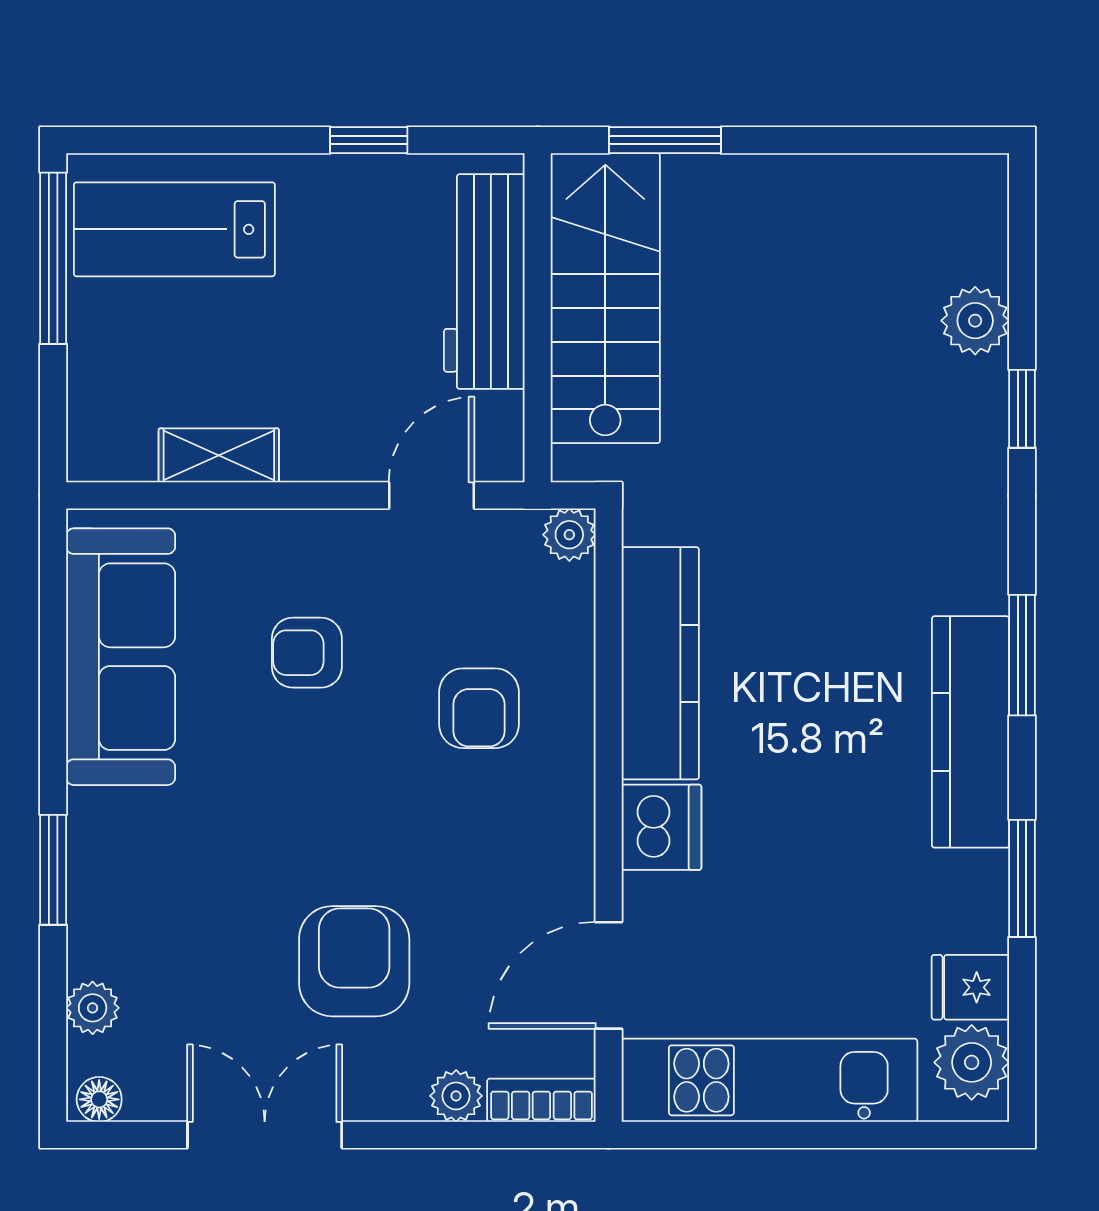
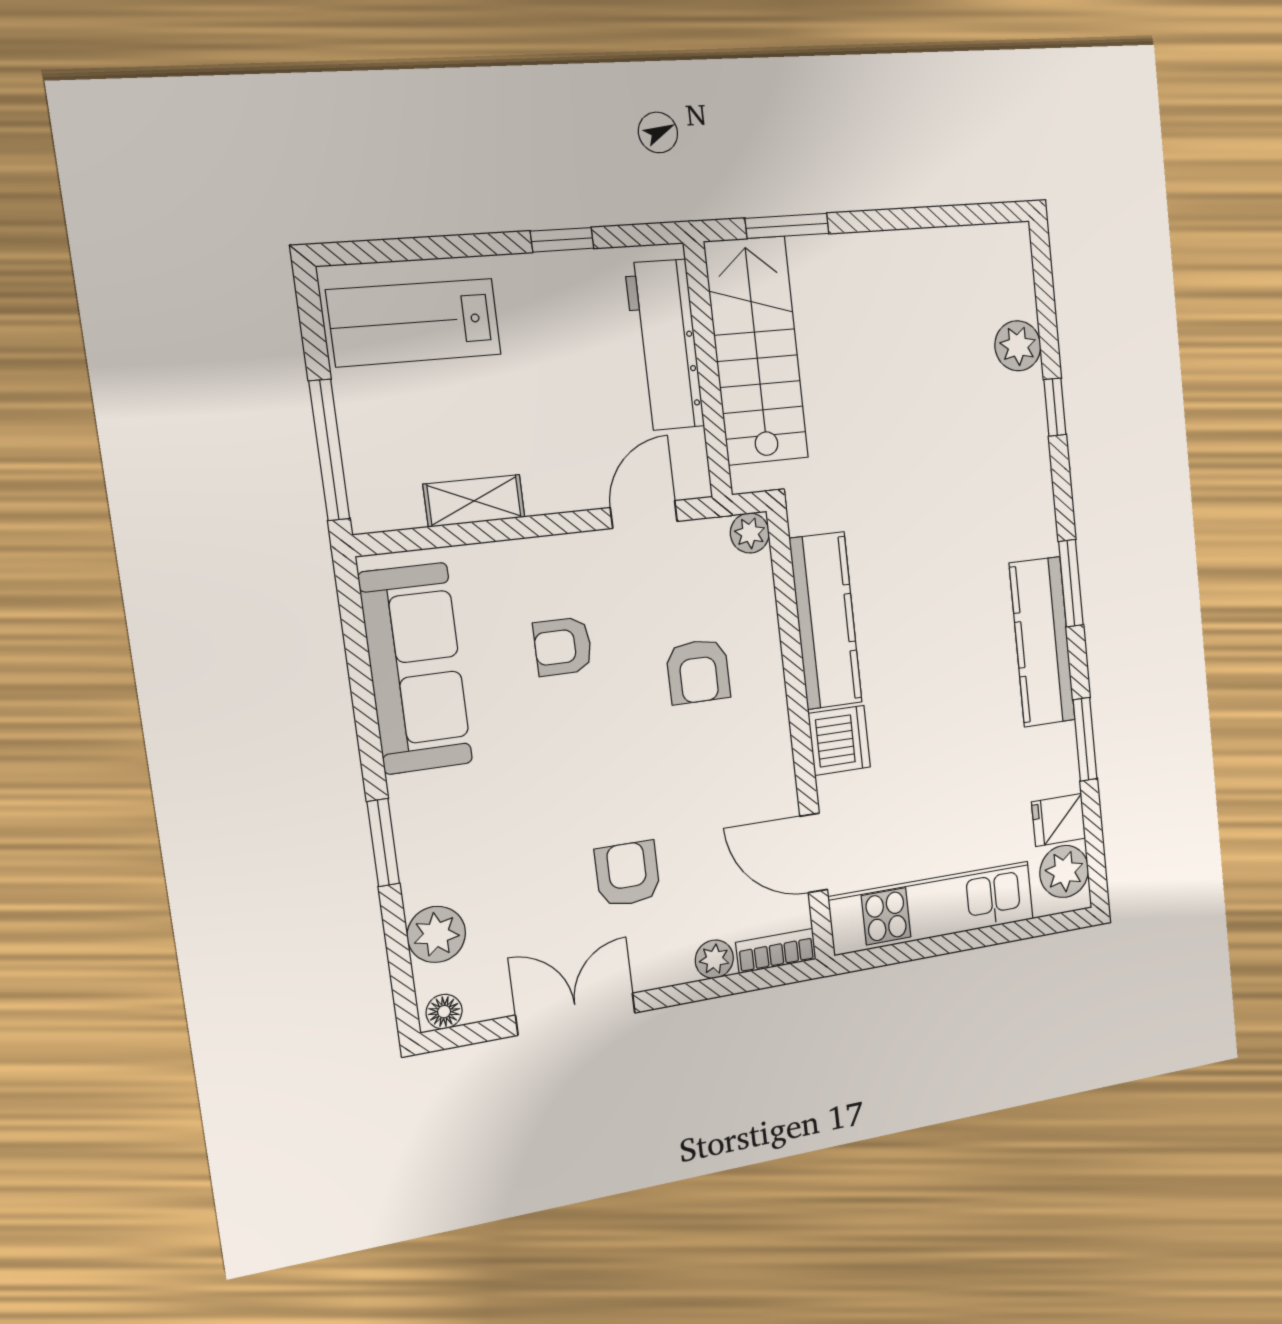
window: (53, 258) -> (329, 450), moved
armchair: (354, 961) -> (627, 874), width x0.72, depth x0.72
door: (609, 975) -> (814, 853), hinge flipped
plant: (93, 1008) -> (436, 934), width x1.38, depth x1.38

